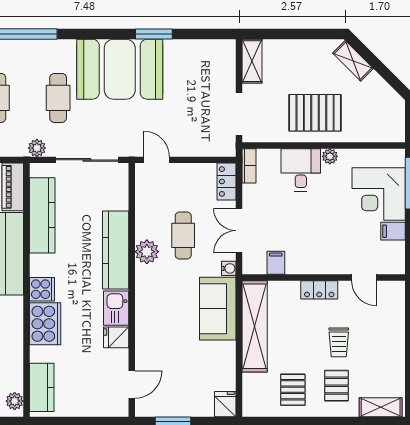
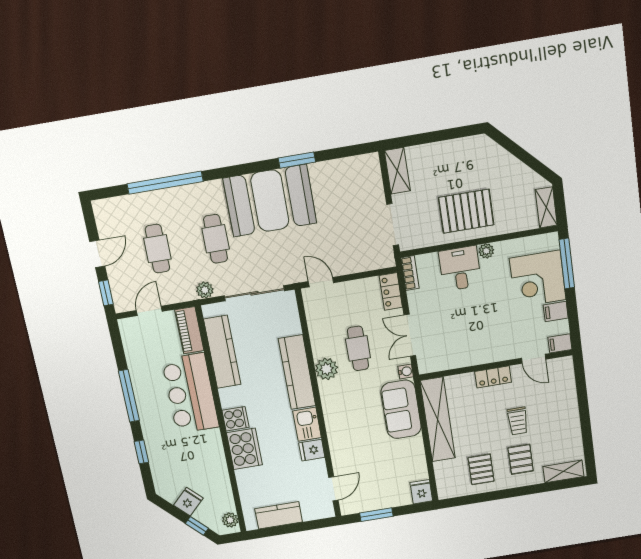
shelving: (353, 61) -> (546, 207), moved, turned 45
filing cabinet: (276, 263) -> (560, 343), moved, turned -90
kitchen counter: (42, 387) -> (279, 515), moved, turned -90

